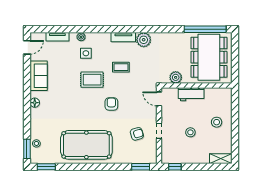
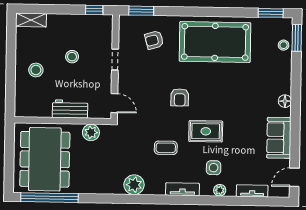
tv unit: (123, 37) -> (182, 189), moved
armchair: (137, 134) -> (154, 40), moved

